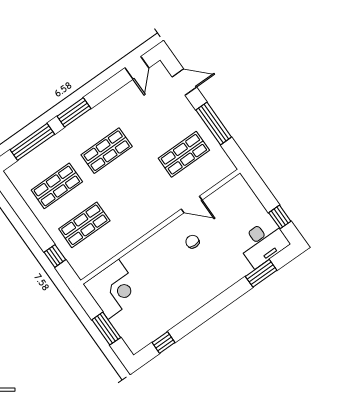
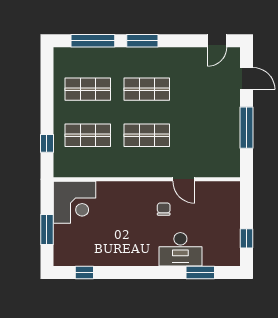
shop shelf: (184, 154) -> (147, 135), moved
desk: (263, 243) -> (180, 249), moved

